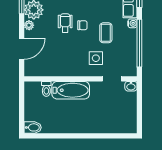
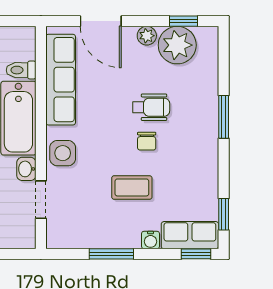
window: (139, 43) -> (111, 254), width x0.47
side table: (96, 58) -> (63, 153), moved
row of seats: (51, 69) -> (61, 80), added
washbasin: (131, 86) -> (26, 169), moved

